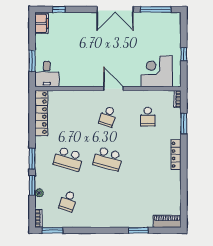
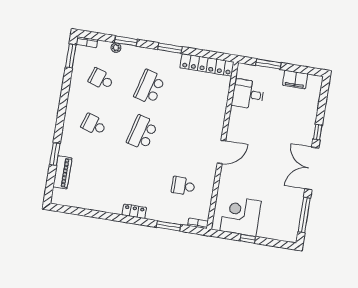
window: (59, 9) -> (318, 132), moved
filing cabinet: (42, 23) -> (295, 79), moved
corner desk: (157, 71) -> (241, 216), moved, turned -90
desk: (47, 74) -> (248, 94), moved
school desk: (108, 117) -> (94, 125), moved
locker: (176, 155) -> (134, 211), width x0.66
window: (32, 159) -> (170, 48), moved
piano: (167, 221) -> (62, 172), moved

